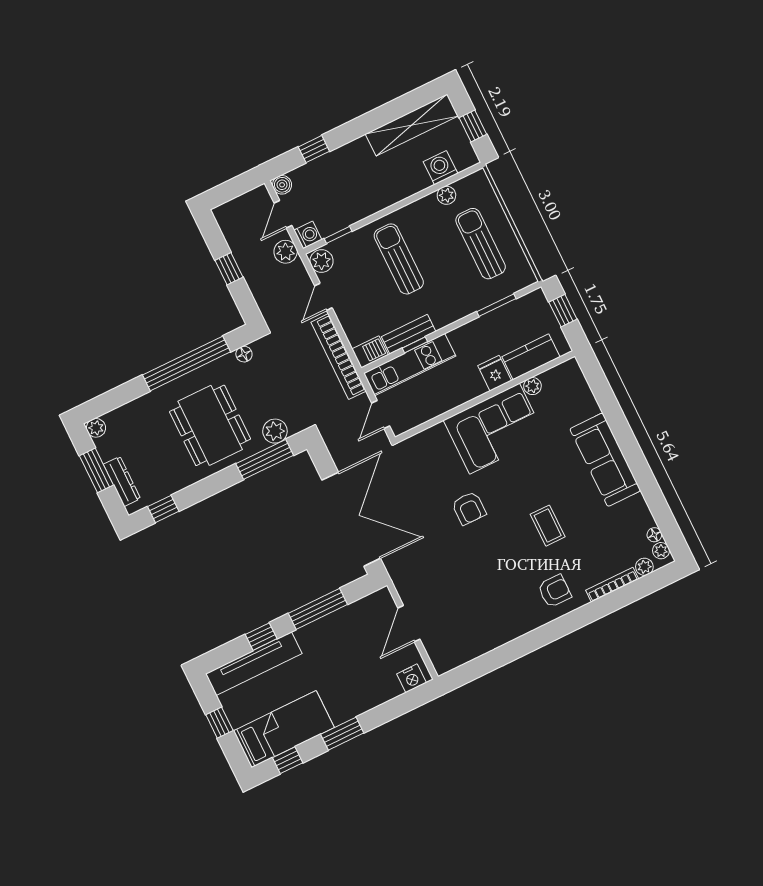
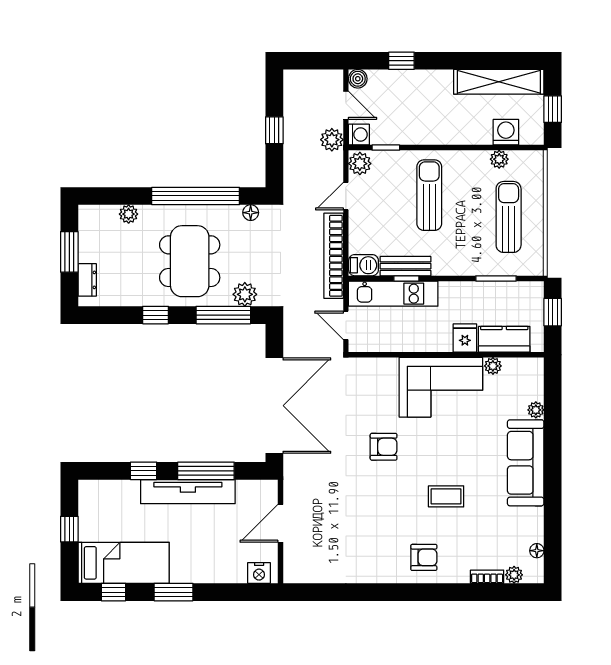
door: (283, 214) -> (346, 105), swing flipped
door: (381, 414) -> (346, 325), hinge flipped
plant: (96, 428) -> (129, 214), moved
dresser: (122, 481) -> (87, 280), width x0.70
armchair: (469, 508) -> (384, 447), turned -90
window: (163, 509) -> (156, 315), moved
coffee table: (548, 526) -> (446, 496), turned 90
plant: (661, 551) -> (536, 410), moved
bookcase: (612, 585) -> (487, 577), width x0.64
tv unit: (254, 664) -> (188, 492), moved

